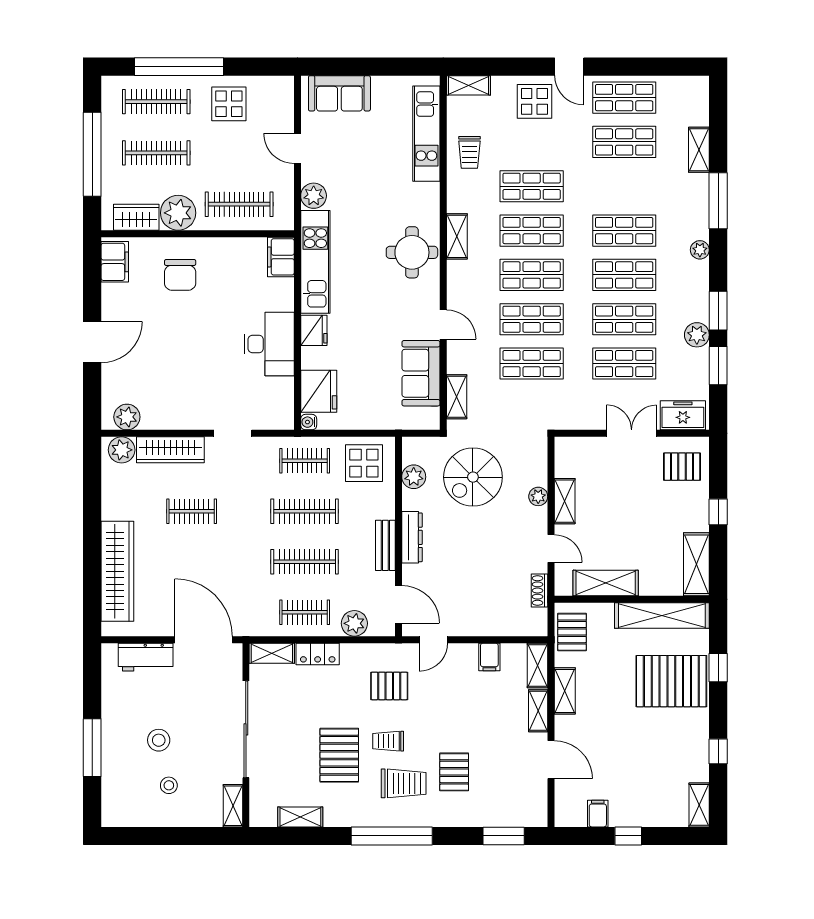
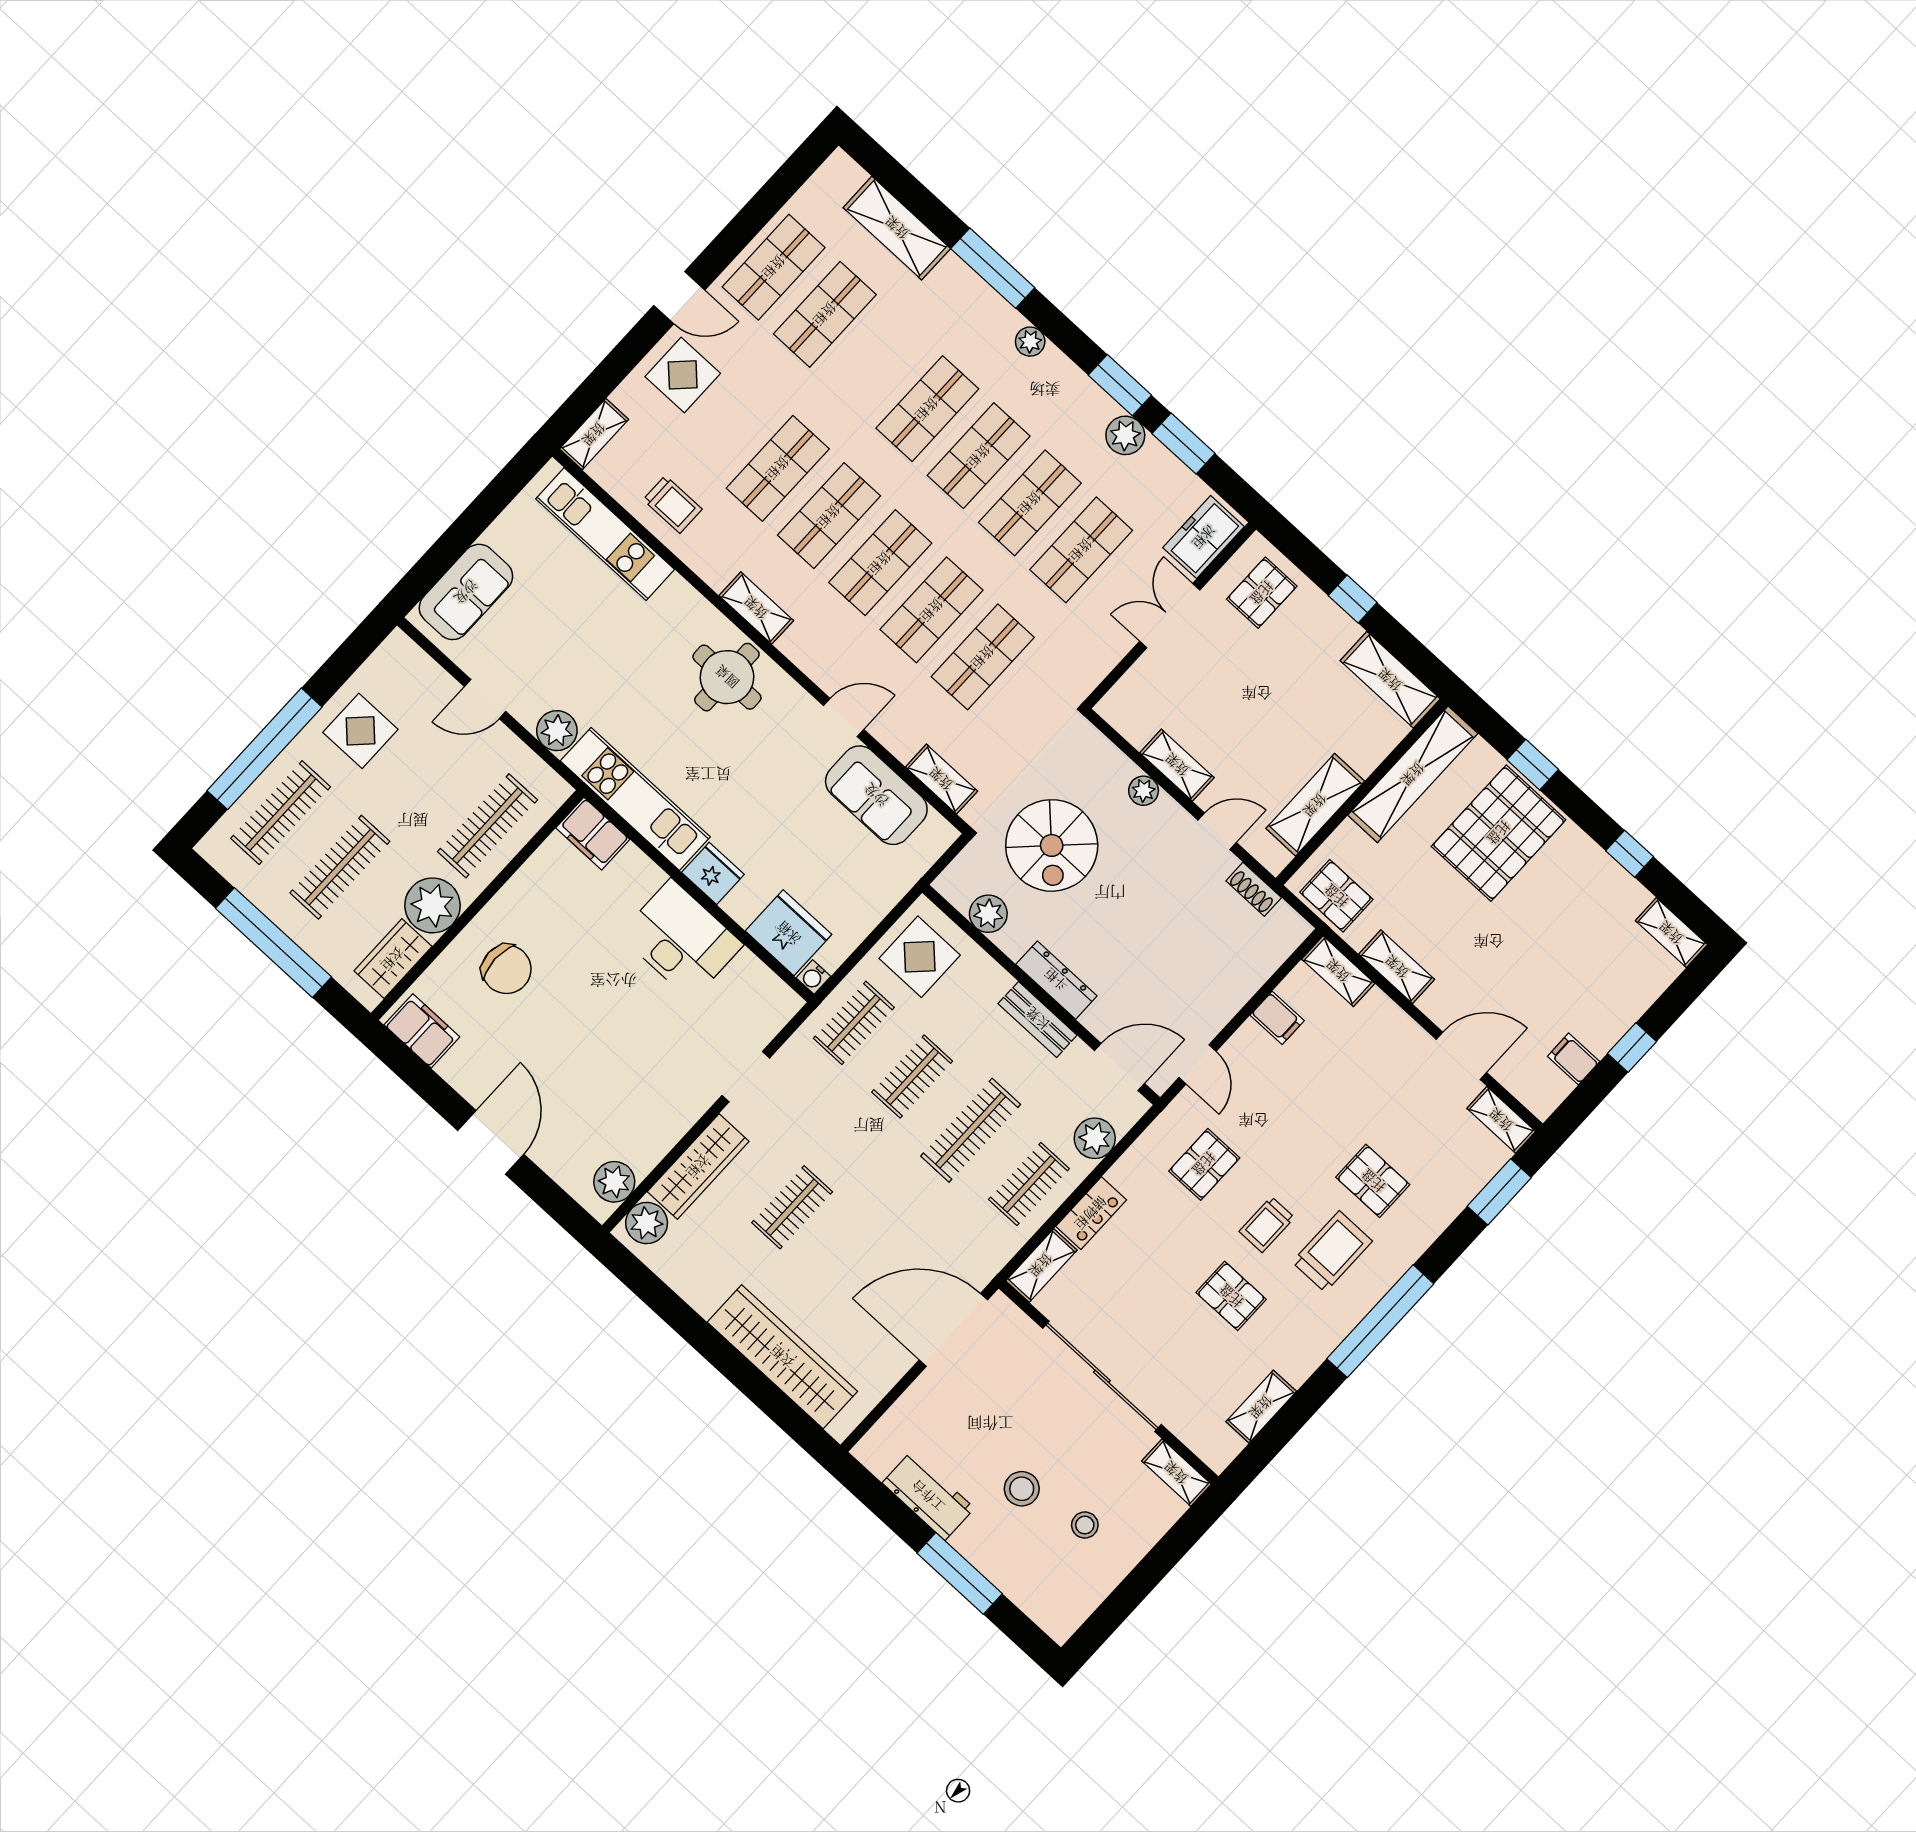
shelving: (699, 150) -> (897, 228), width x1.50, depth x1.33
clothes rail: (305, 511) -> (912, 1077), width x0.73
workbench: (146, 657) -> (928, 1496), moved, turned -90
shelving: (538, 711) -> (1501, 1120), moved
pallet: (339, 755) -> (1231, 1296), width x0.67, depth x0.71

